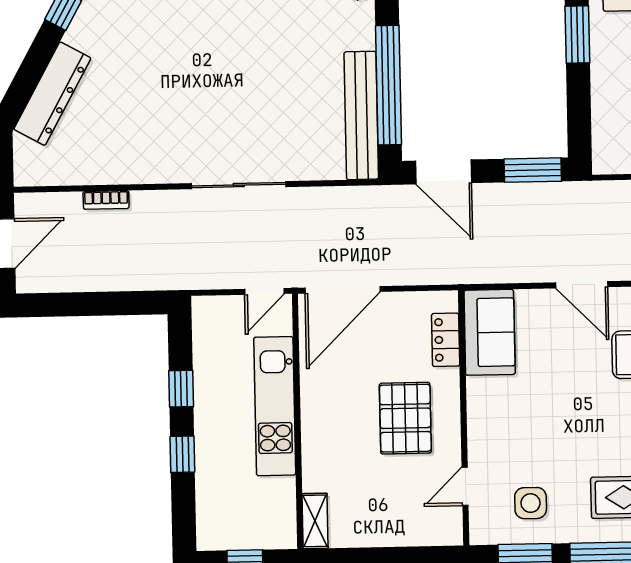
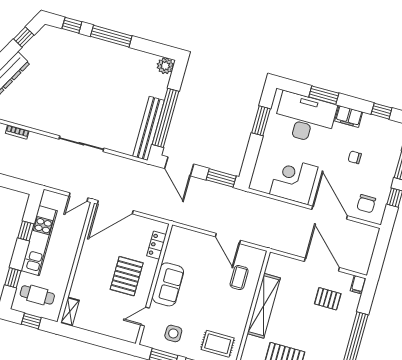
sofa: (490, 332) -> (168, 284), moved
kitchen unit: (275, 406) -> (39, 241), moved, turned 180
window: (182, 454) -> (13, 278), moved
cafe table: (241, 507) -> (37, 295), added

